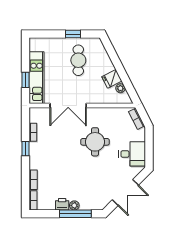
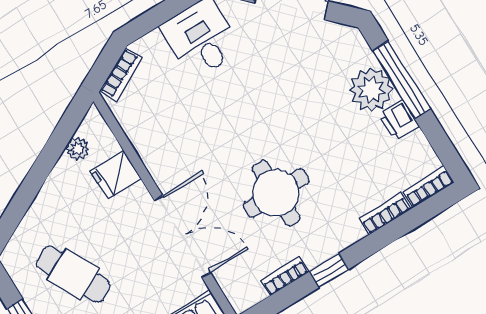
cafe table: (78, 60) -> (73, 274), turned 63
fridge: (112, 79) -> (116, 175), moved, turned 117
round table: (95, 142) -> (276, 193), moved
plant: (74, 205) -> (371, 90), width x1.87, depth x1.87

